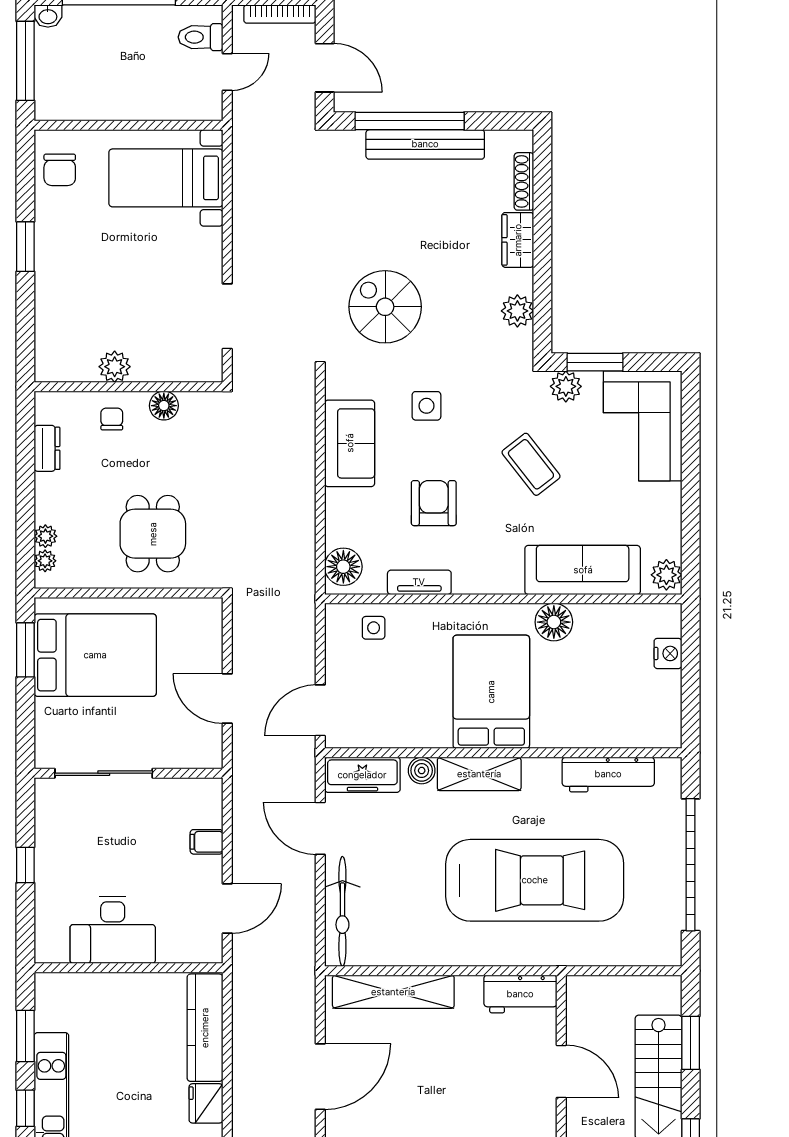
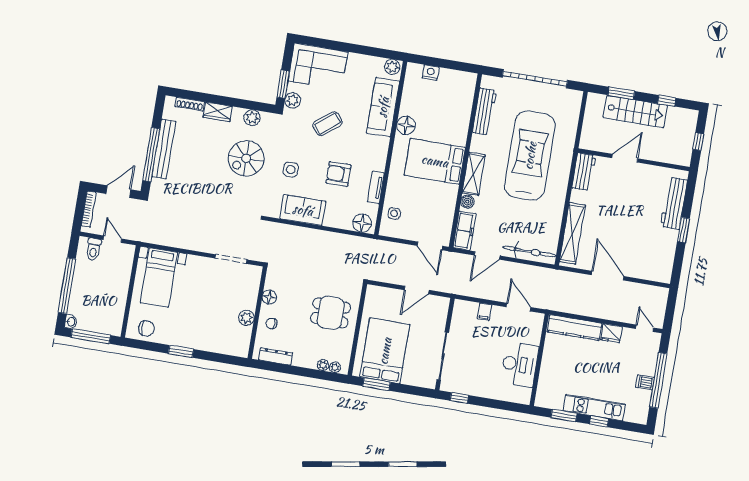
spiral stairs: (385, 307) -> (246, 158), moved
dresser: (47, 448) -> (276, 356), width x1.44
window: (25, 865) -> (459, 398), moved

